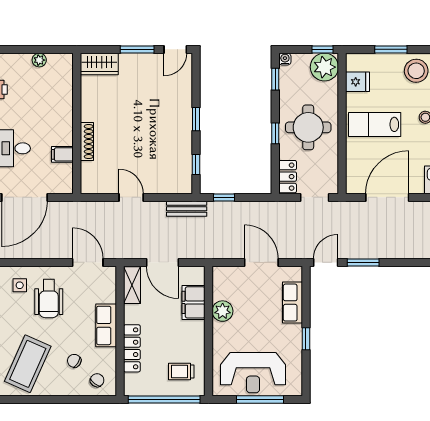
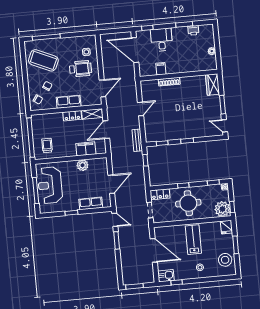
fridge: (357, 82) -> (226, 227), moved
wheelchair: (49, 299) -> (81, 69), turned 180
locker: (132, 348) -> (72, 116), moved, width x0.66

